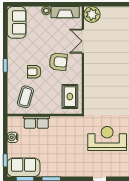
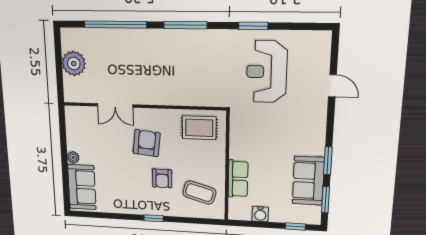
fireplace: (65, 12) -> (74, 130), removed
plant: (92, 14) -> (74, 64), moved
sofa: (17, 22) -> (82, 187), moved, turned 90
sofa: (24, 167) -> (308, 181), moved

